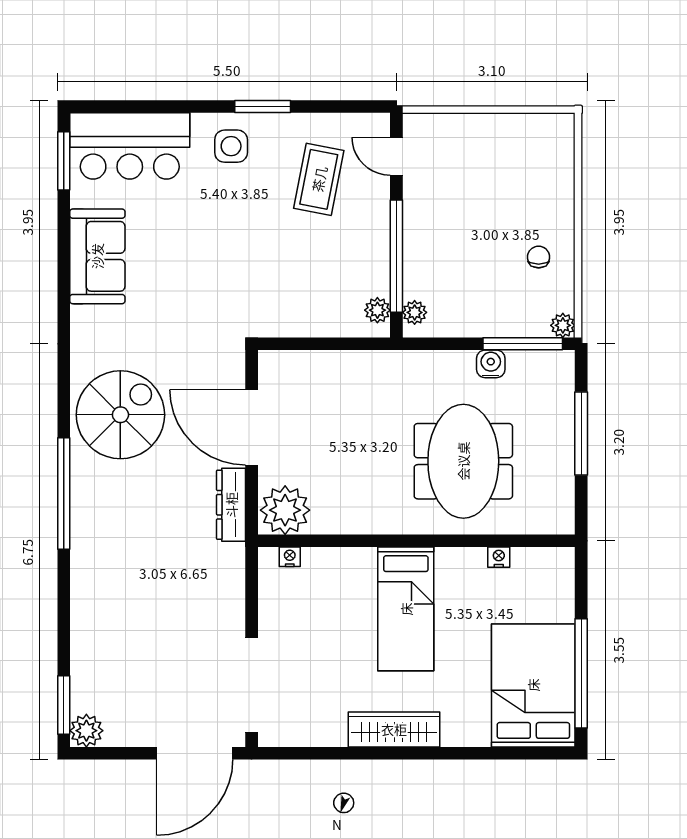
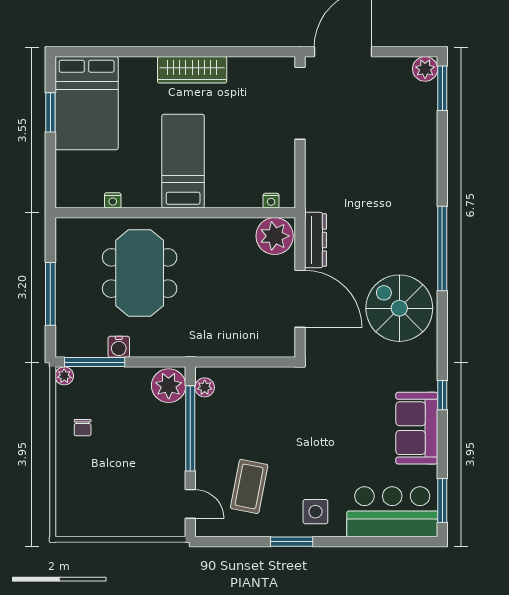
window: (64, 300) -> (442, 395), added
plant: (415, 312) -> (169, 386), width x1.88, depth x1.88
spiral stairs: (120, 415) -> (399, 308), turned 90
window: (581, 673) -> (50, 112), width x0.47

